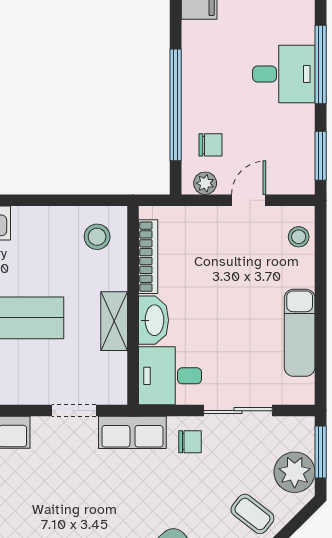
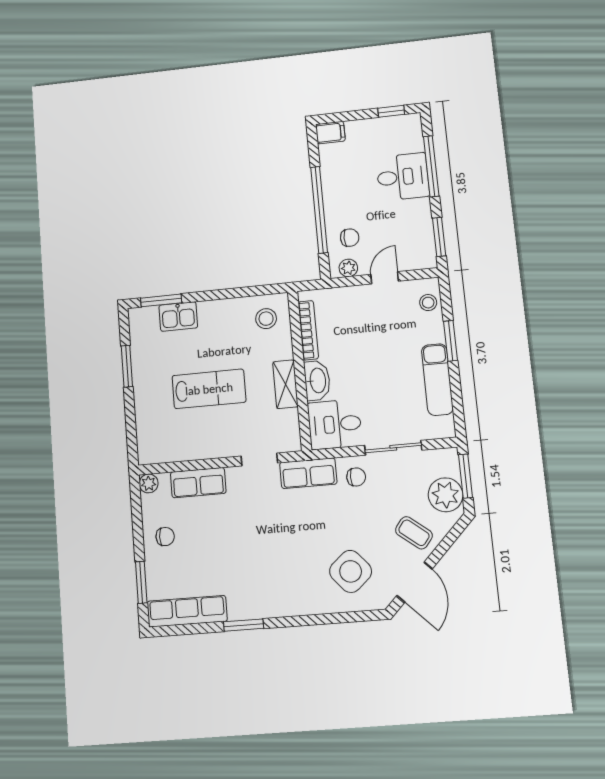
window: (321, 287) -> (451, 341), added

